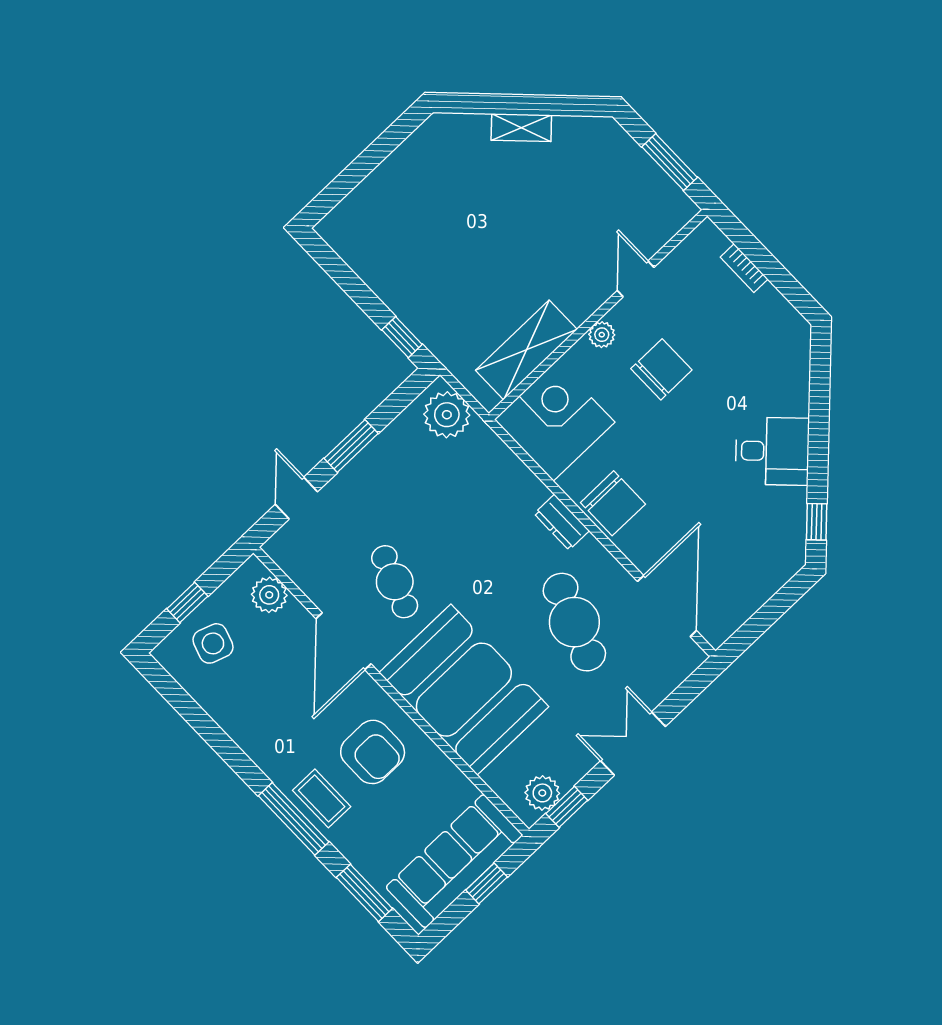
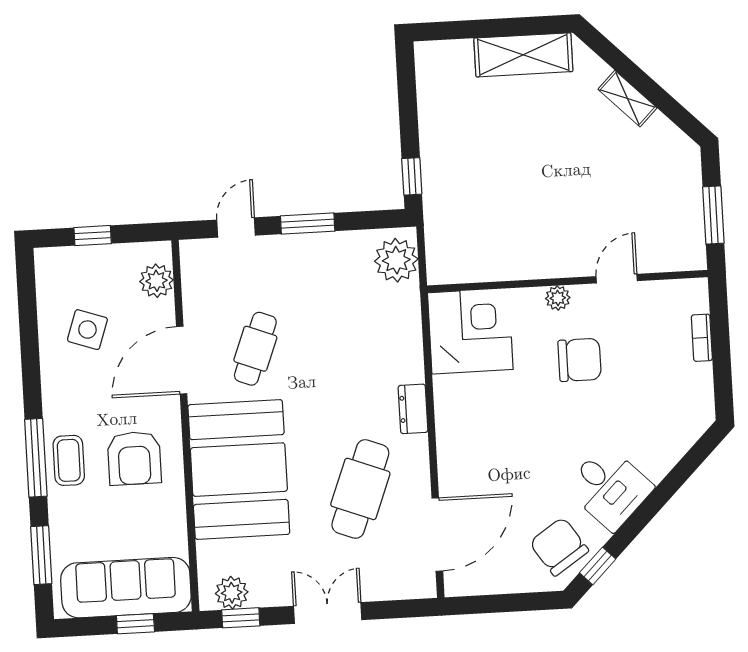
shelving: (526, 350) -> (523, 55), moved
chair: (613, 503) -> (559, 547), moved, turned 146
side table: (213, 643) -> (87, 330), moved

